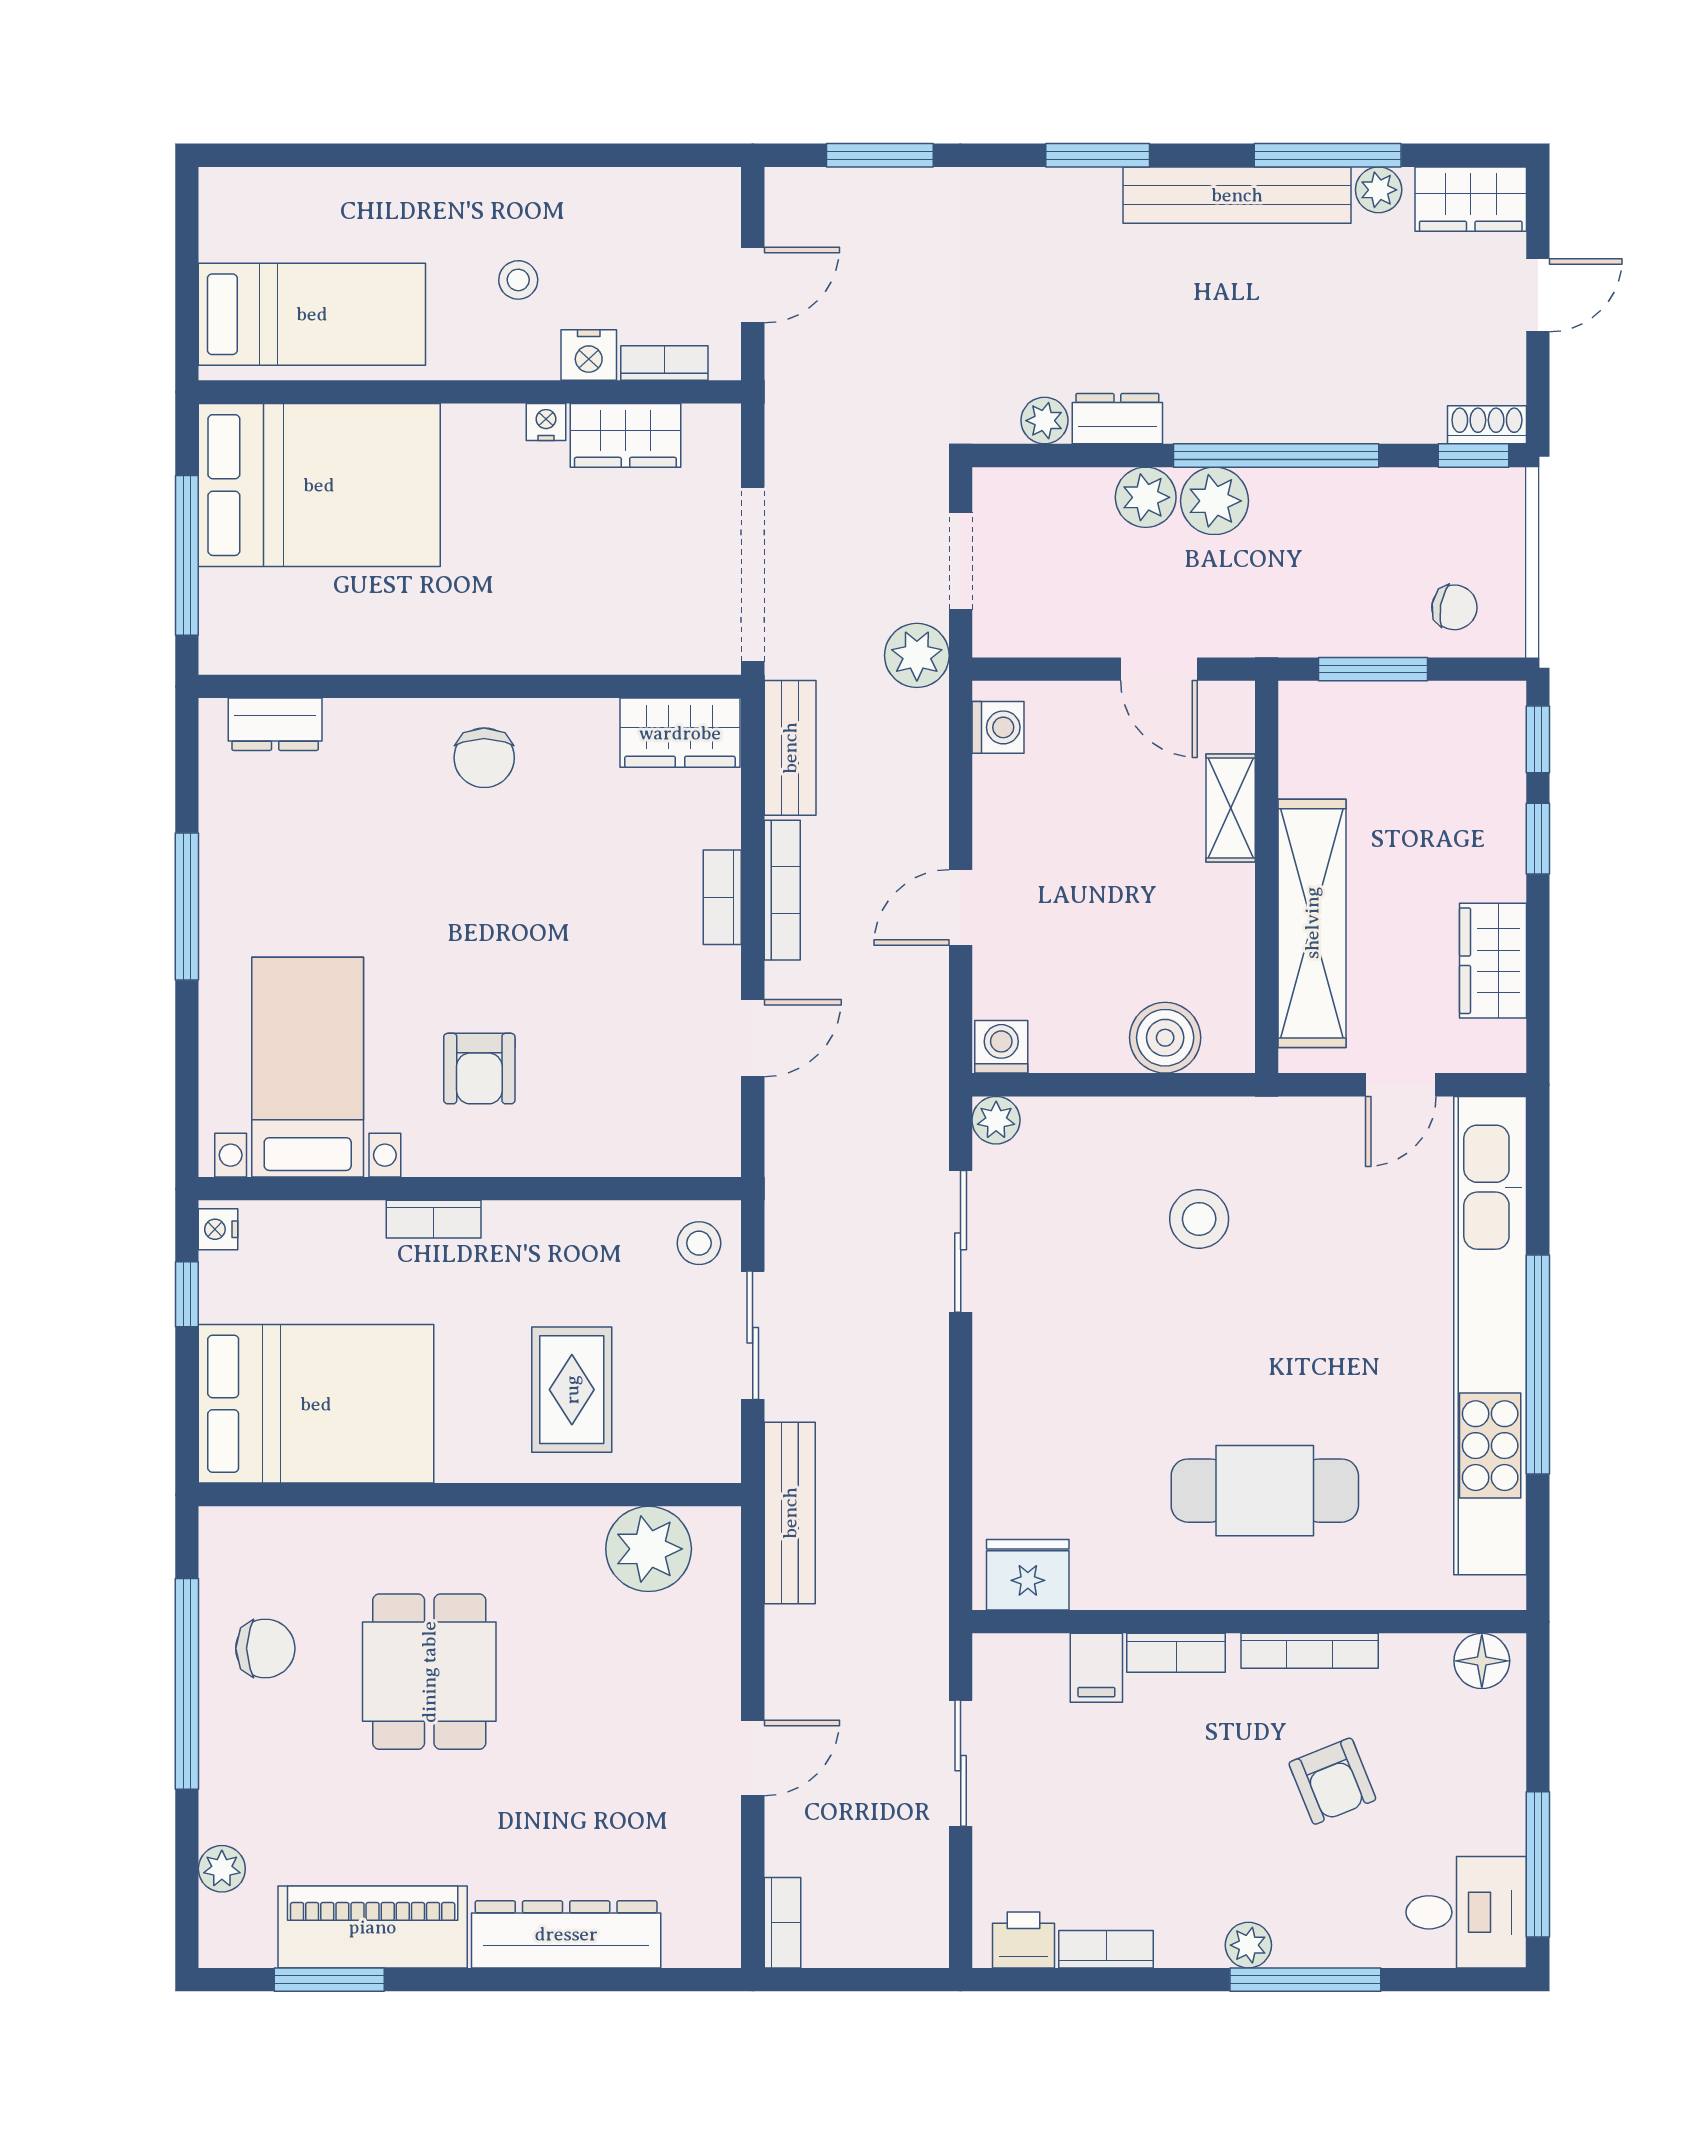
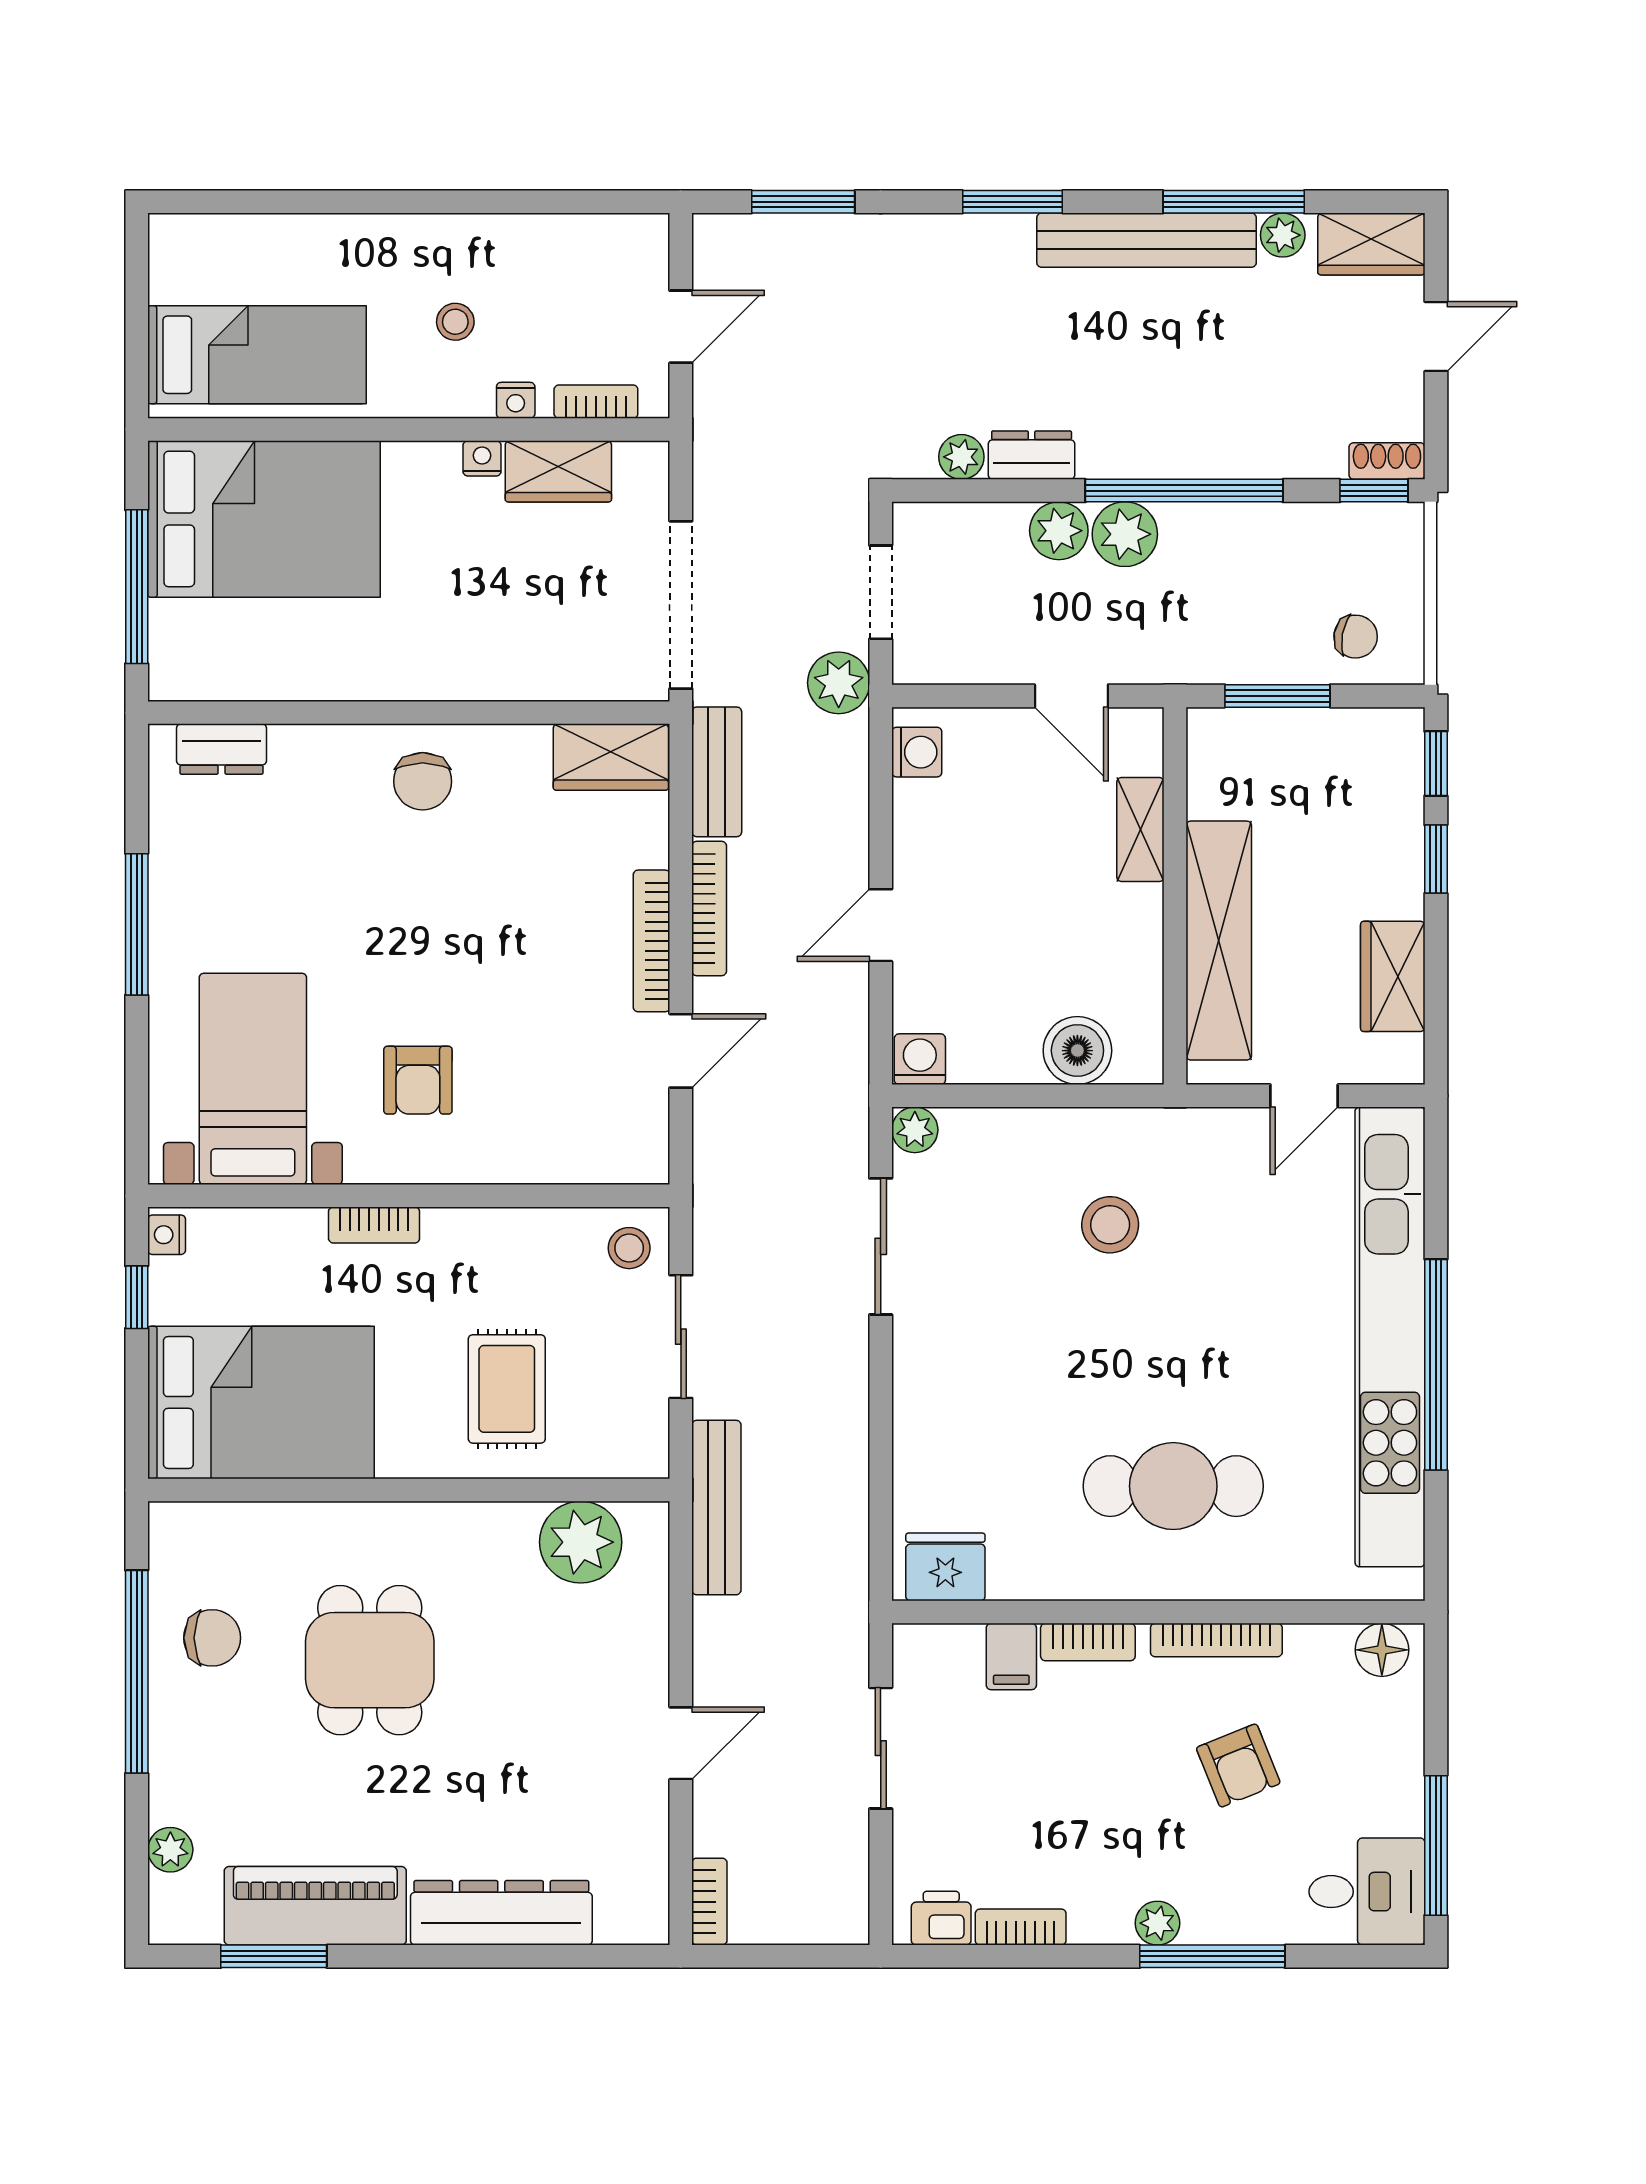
nightstand: (589, 355) -> (516, 400), width x0.72, depth x0.74
bookcase: (722, 897) -> (652, 941), width x1.56

